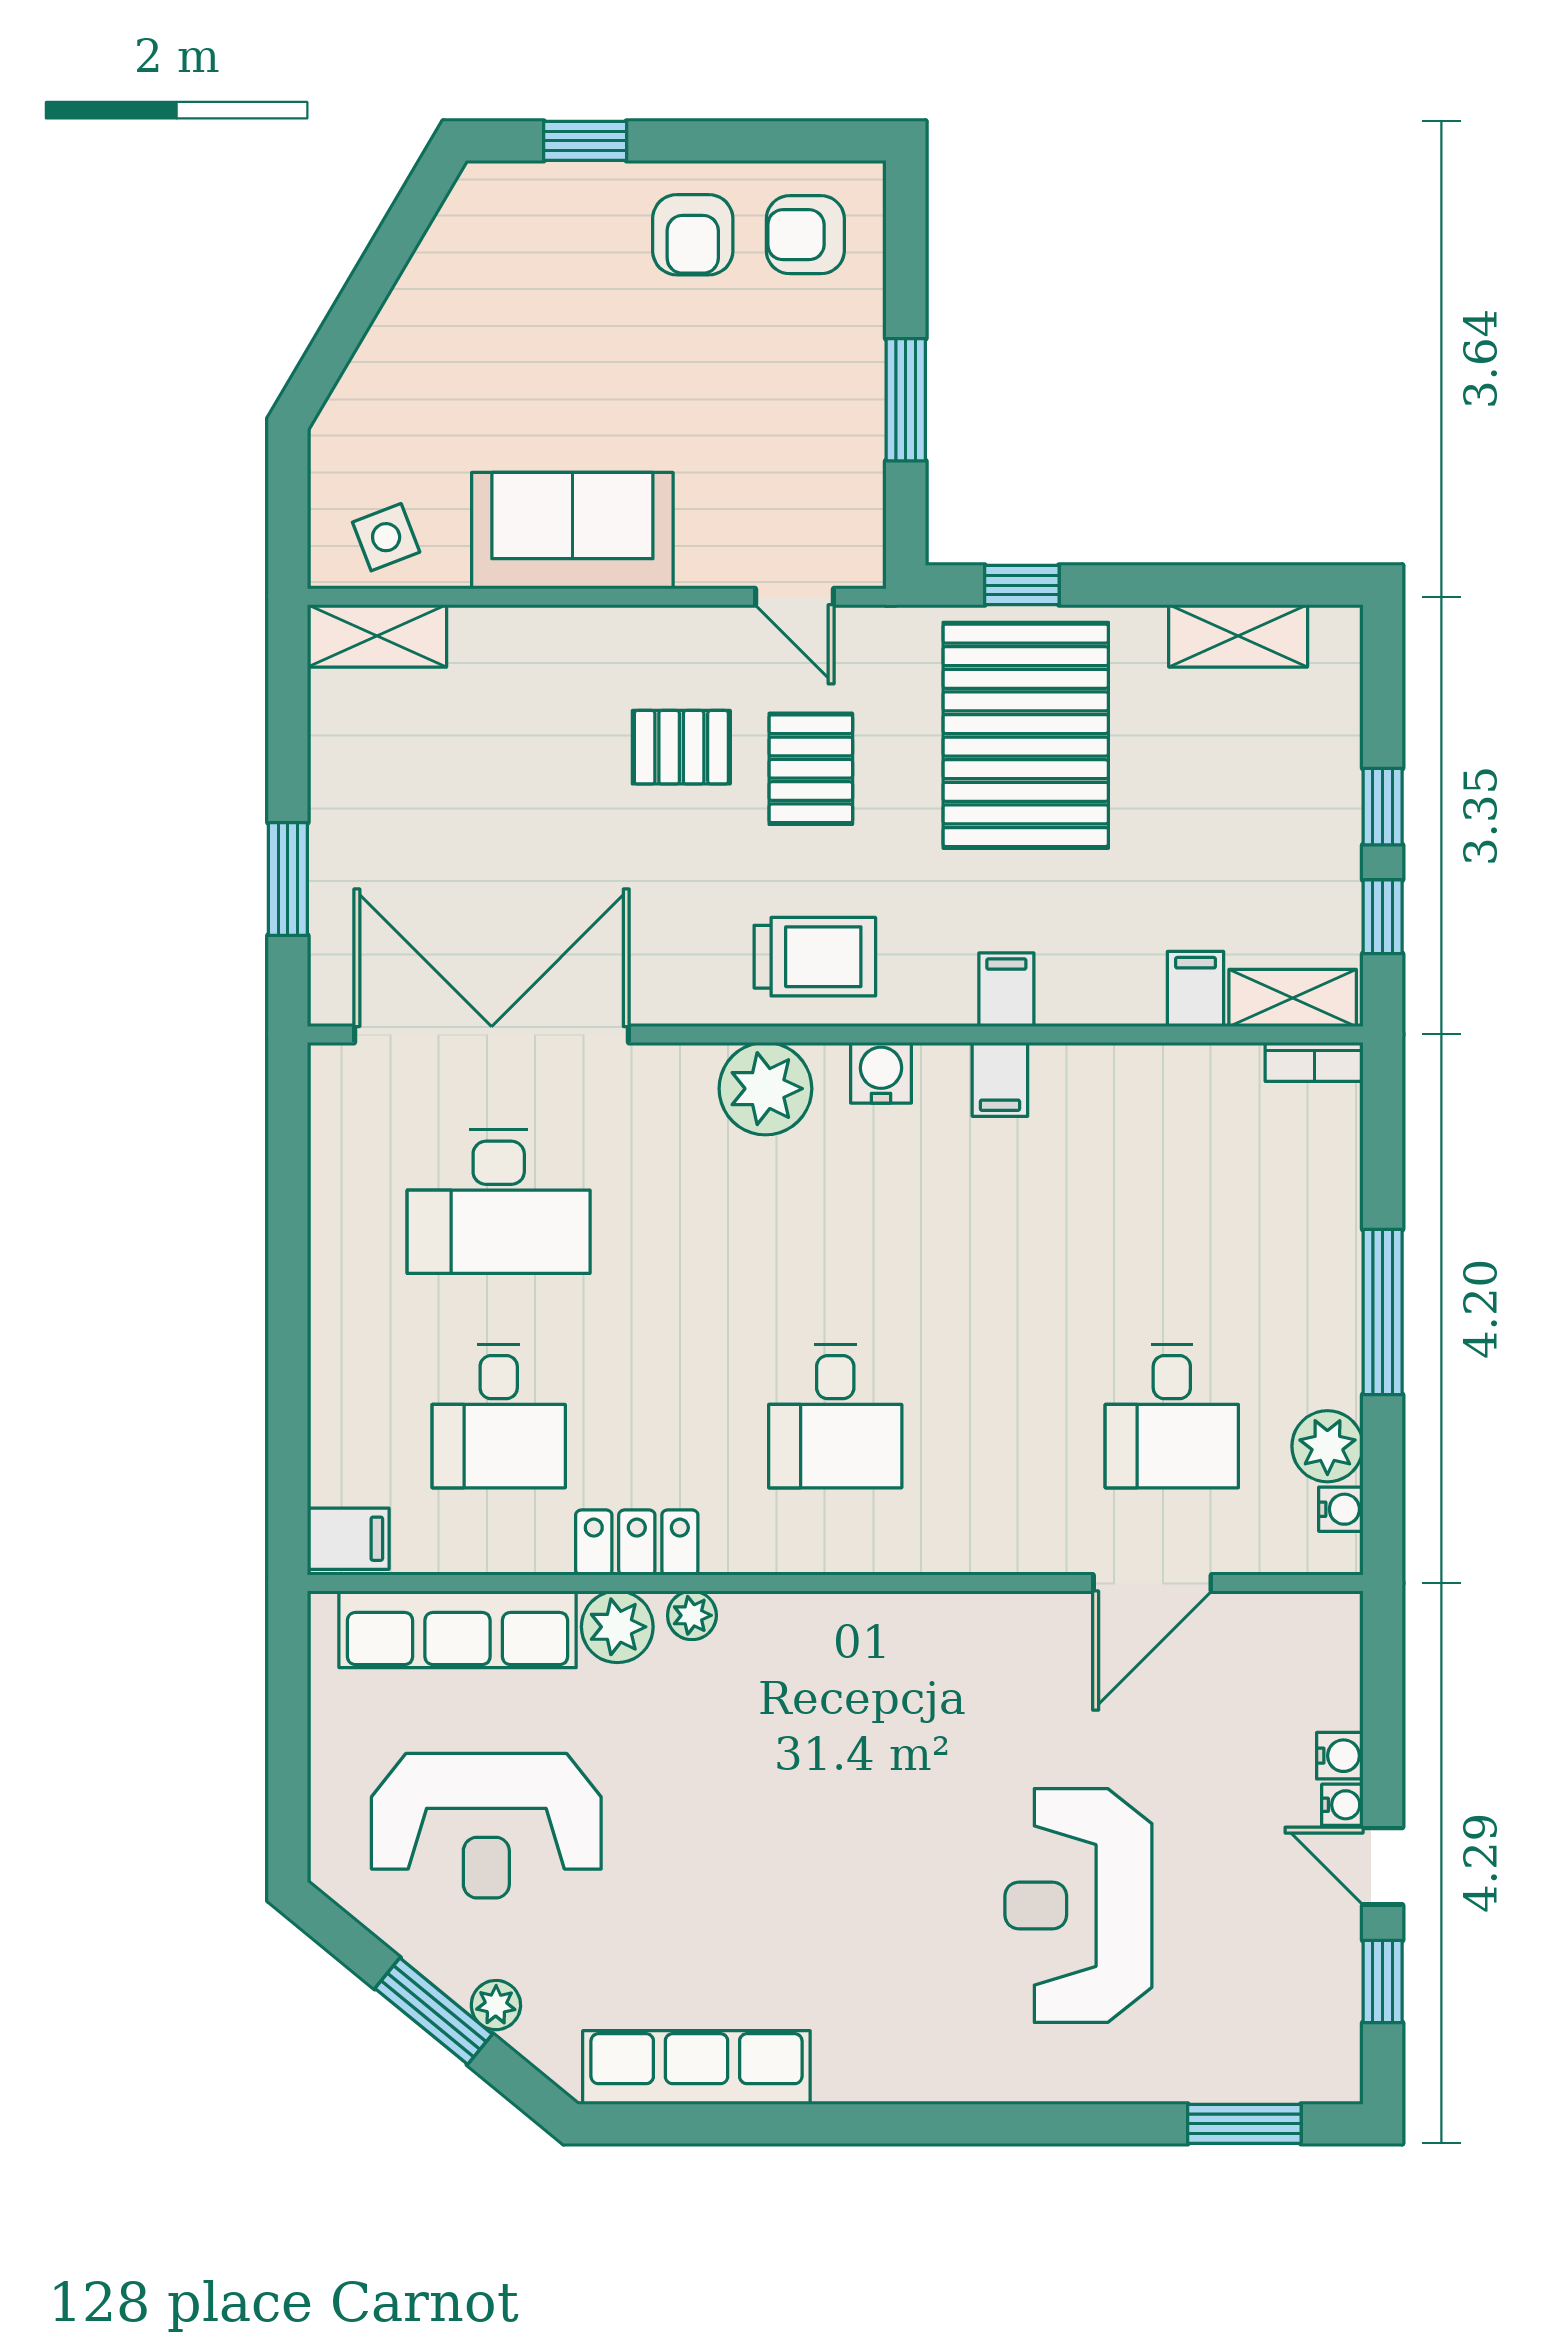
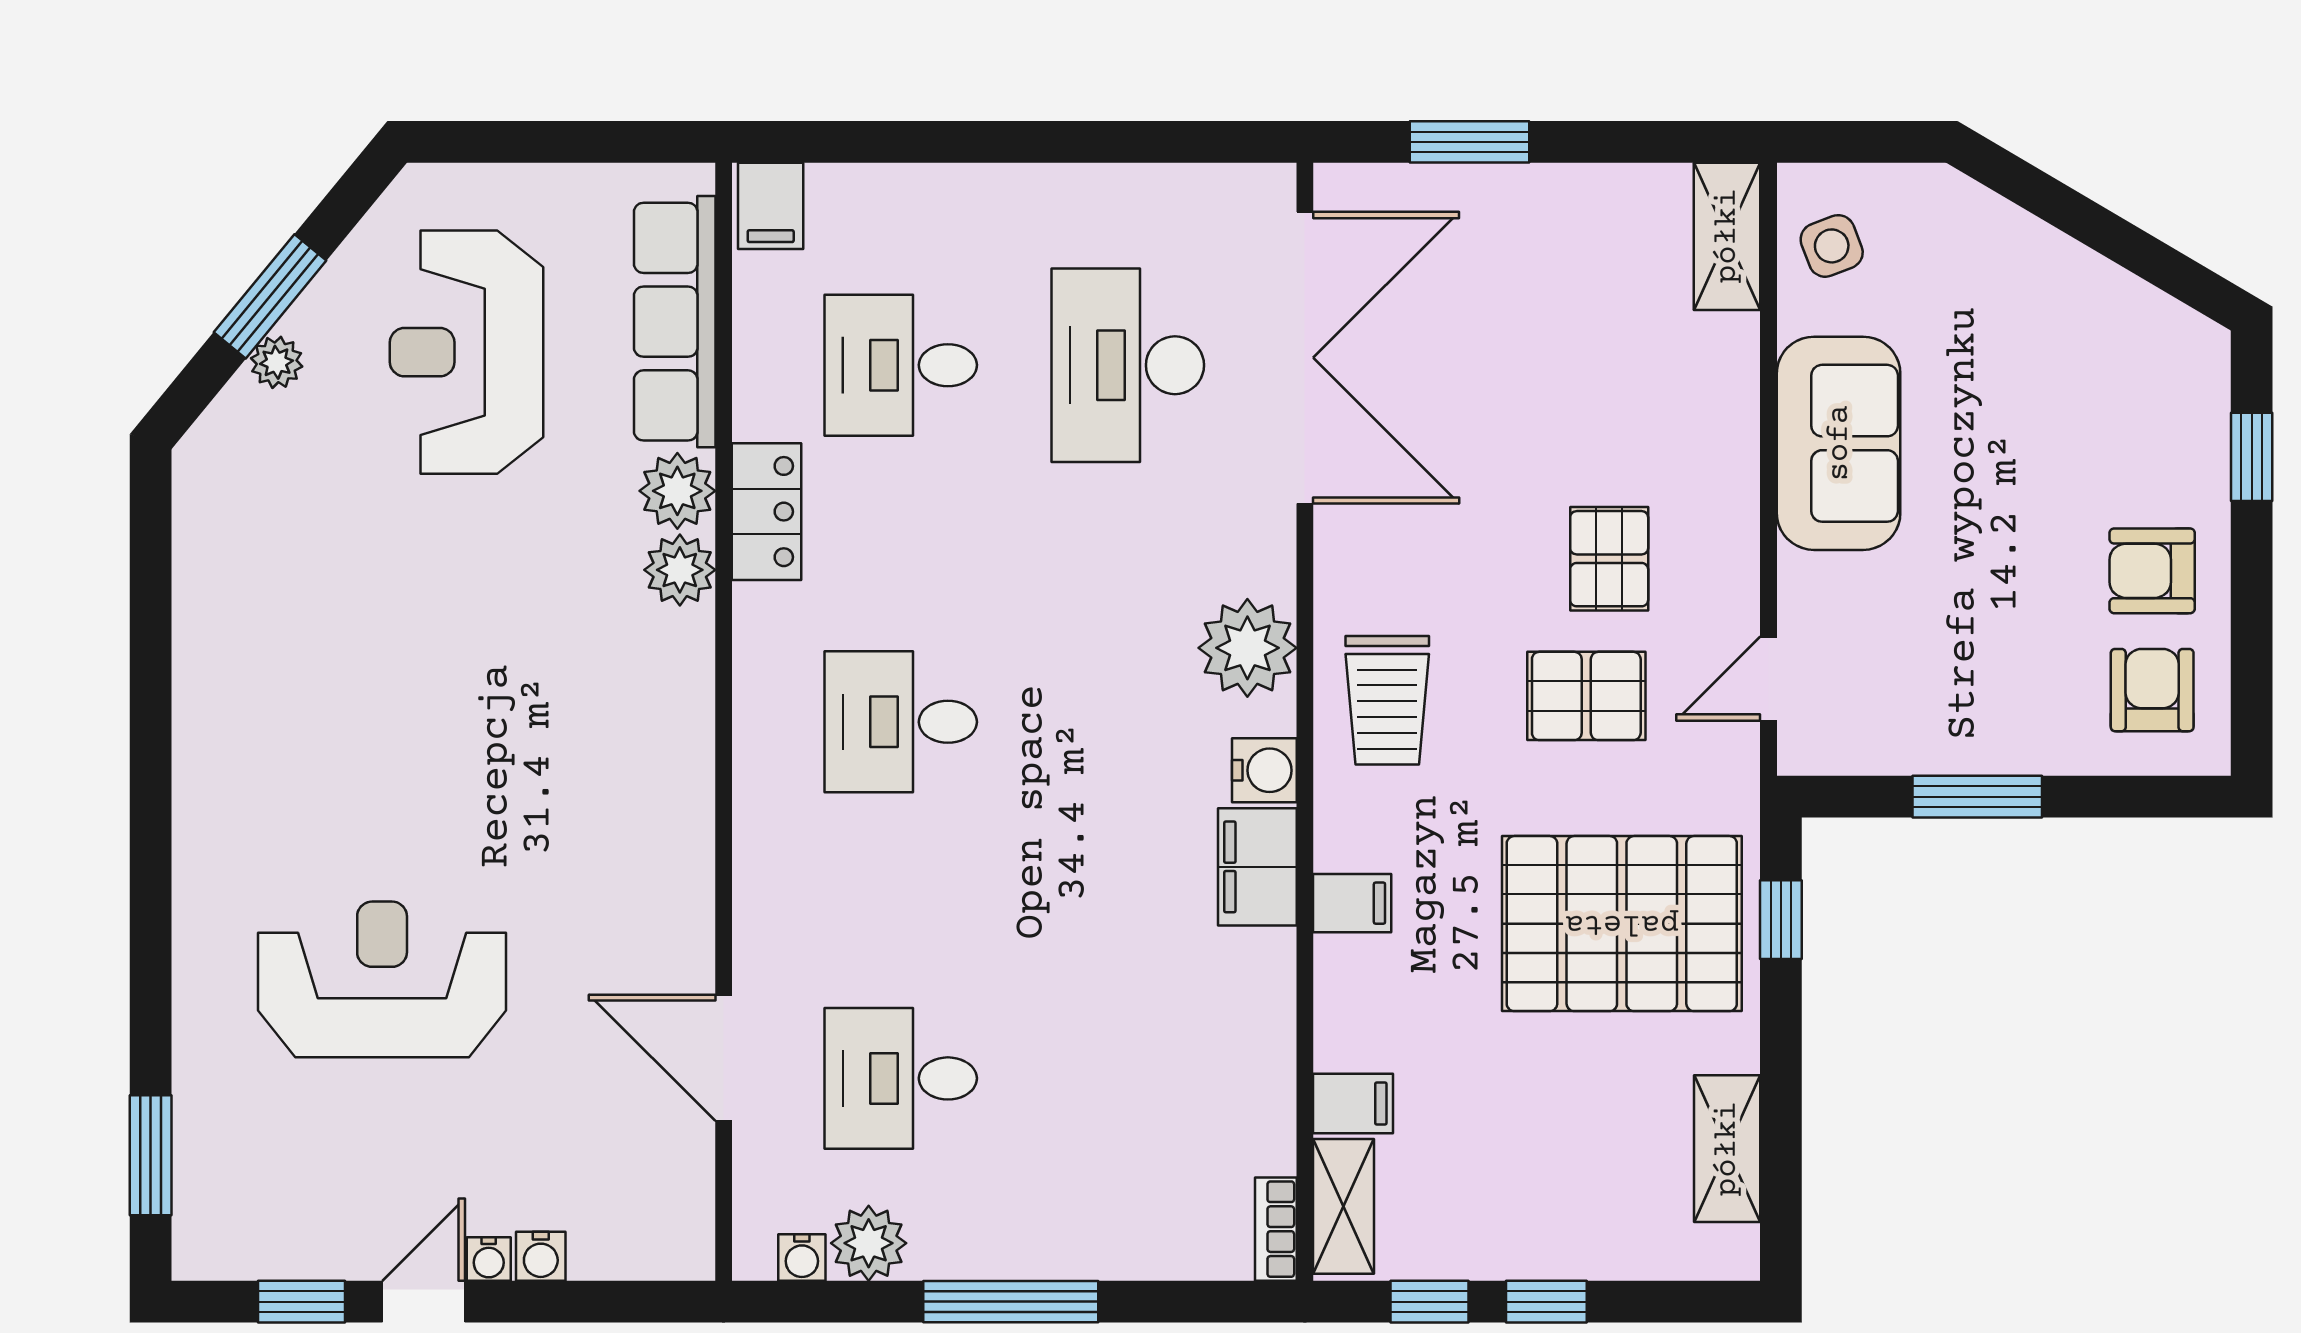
filing cabinet: (1000, 1079) -> (1257, 867), width x2.00
plant: (692, 1615) -> (680, 570), width x1.38, depth x1.38
row of seats: (696, 2068) -> (210, 575), removed

